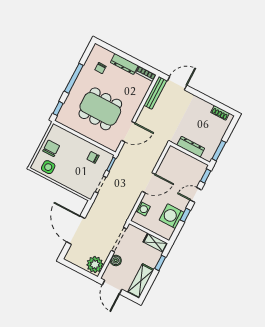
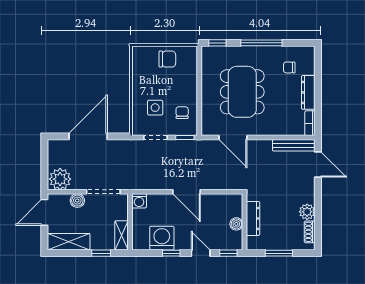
plant: (205, 107) -> (307, 212), added
window: (219, 151) -> (279, 253), moved
boiler: (188, 160) -> (236, 224), added
side table: (48, 167) -> (155, 108), moved
washing machine: (143, 209) -> (139, 201), moved

